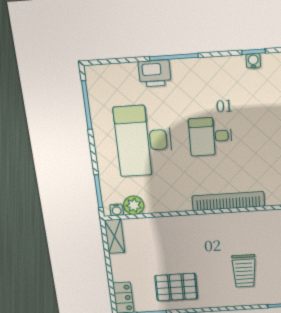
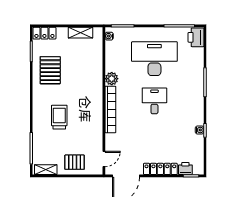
printer: (155, 73) -> (196, 37), moved
plant: (134, 205) -> (112, 79), moved
shelving: (115, 236) -> (80, 33), moved
trolley: (244, 271) -> (59, 117), turned 90

